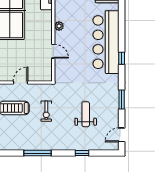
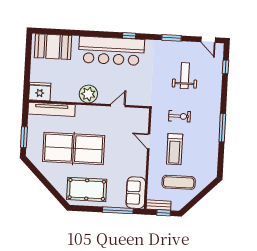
plant: (59, 26) -> (88, 94), width x1.87, depth x1.87
weight bench: (86, 114) -> (185, 76), turned 90
window: (82, 153) -> (226, 67), moved

